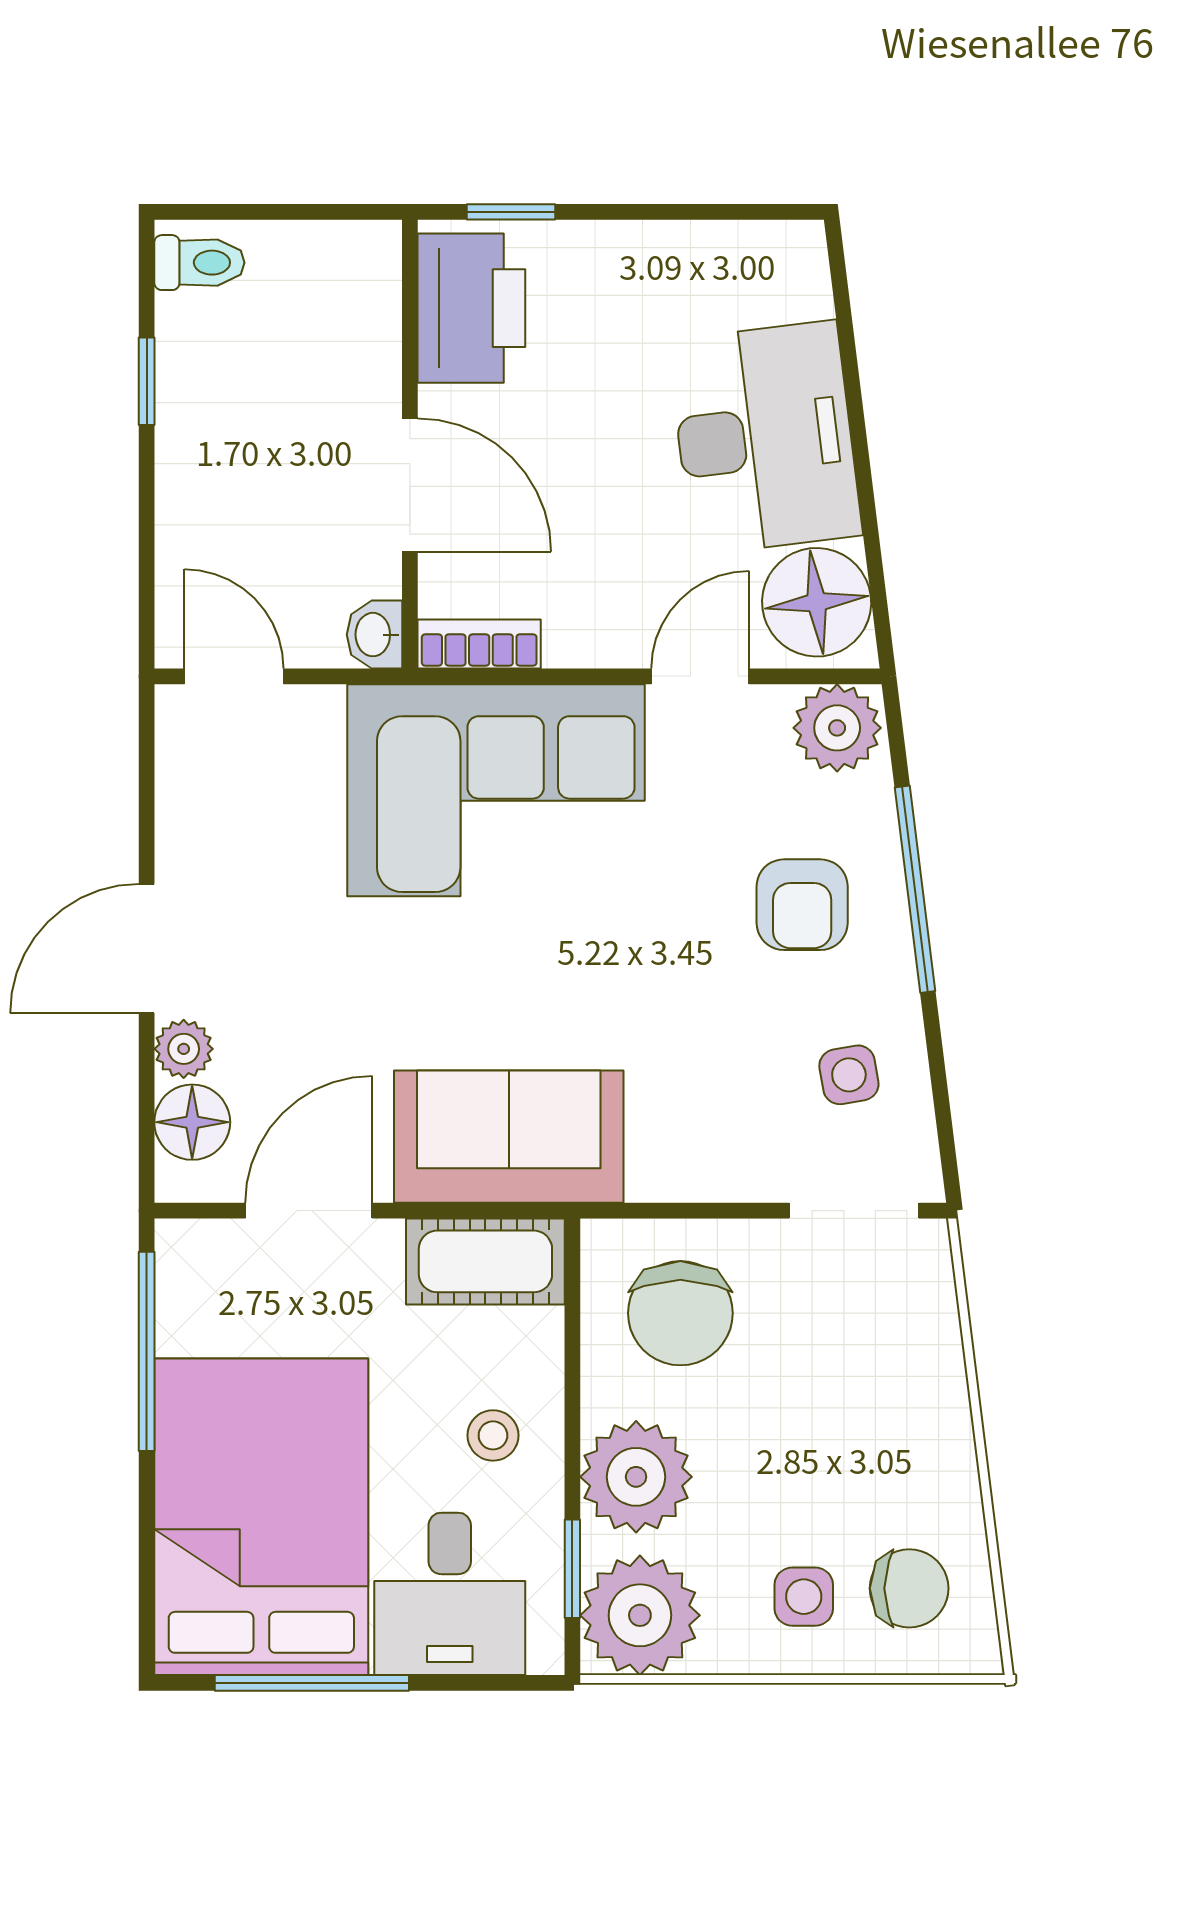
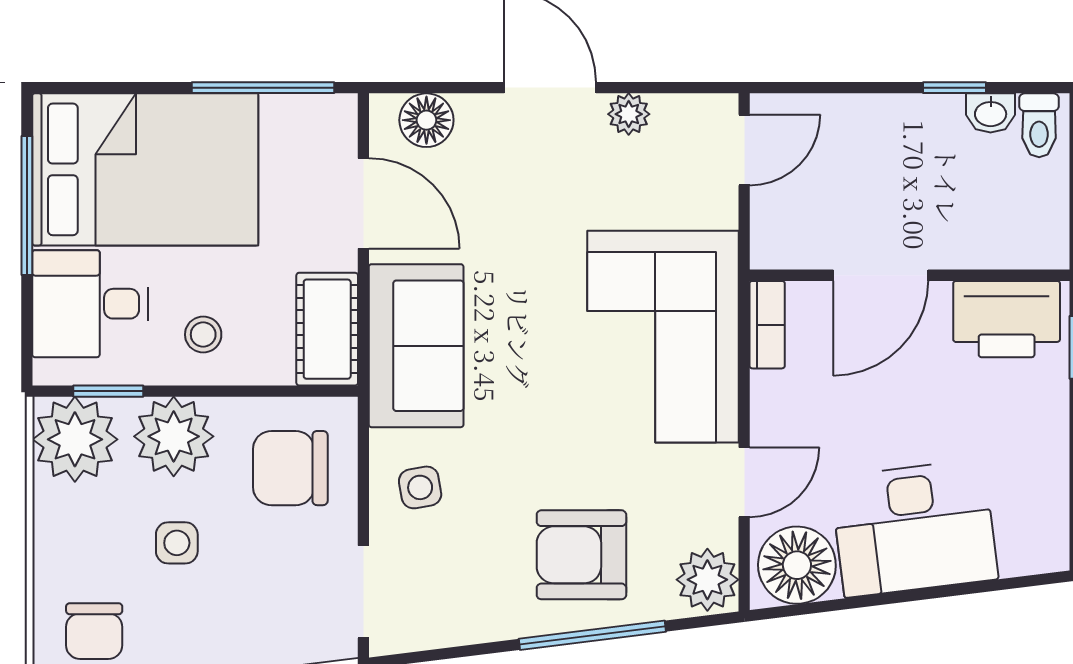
washbasin: (374, 635) -> (991, 113), moved, turned 180
door: (700, 676) -> (744, 482), hinge flipped
armchair: (802, 905) -> (581, 555), width x1.38, depth x1.38
plant: (184, 1049) -> (629, 114), moved
side table: (849, 1075) -> (420, 487), moved
side table: (804, 1597) -> (177, 543), moved

